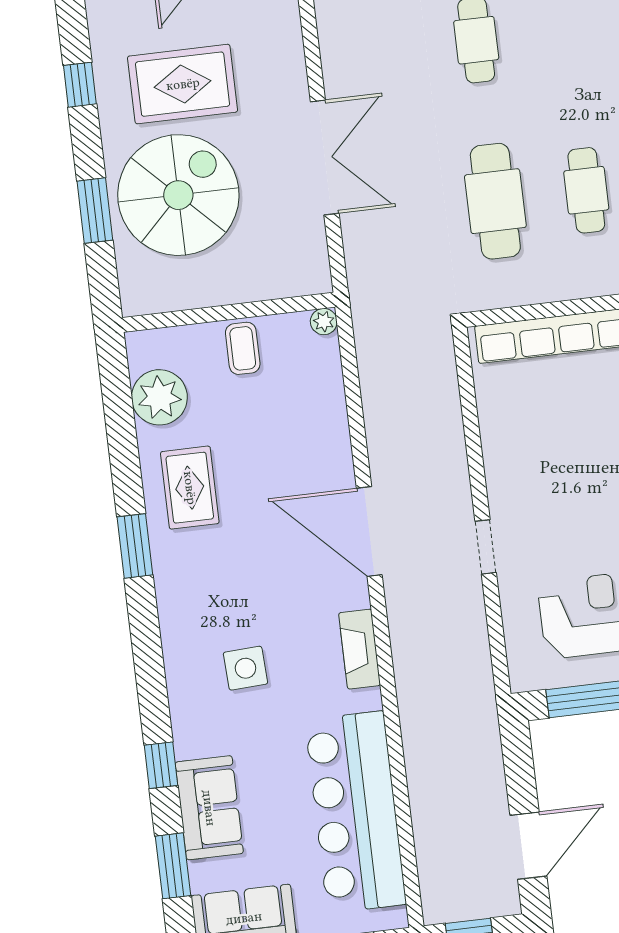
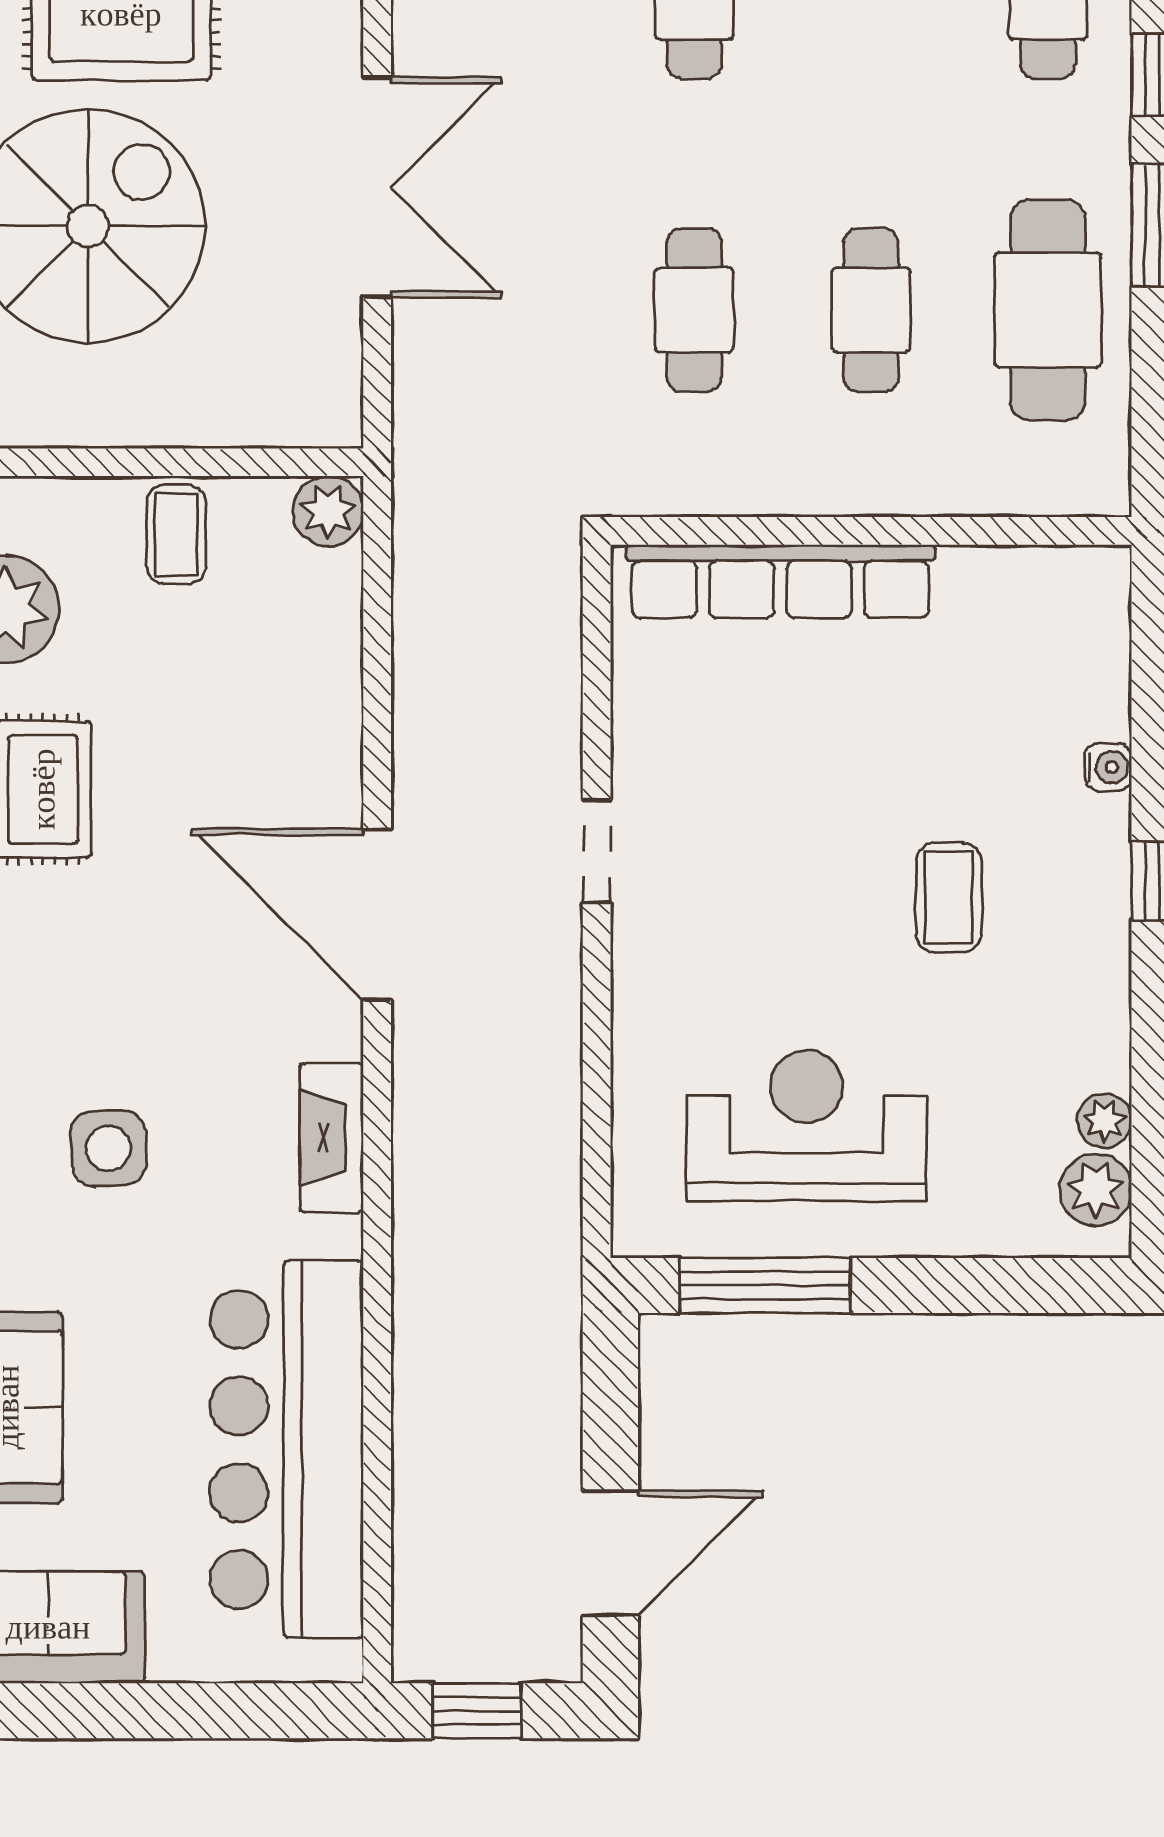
cafe table: (495, 201) -> (694, 310), width x0.73, depth x0.74
plant: (324, 322) -> (328, 511), width x1.38, depth x1.38
doorway: (486, 547) -> (597, 851), moved

